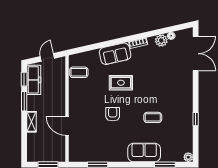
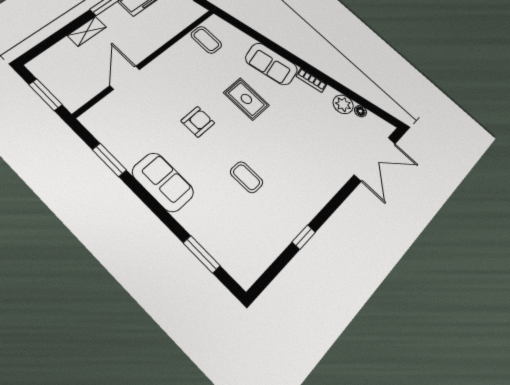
sofa: (144, 153) -> (163, 182), moved
plant: (188, 157) -> (245, 278), removed

